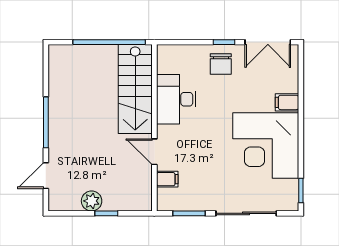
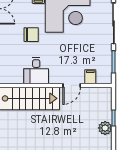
chair: (221, 64) -> (31, 35), moved
desk: (176, 99) -> (36, 71), width x0.73

